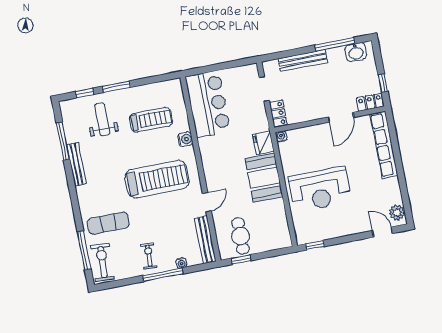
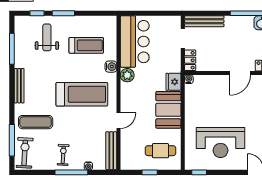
bench: (303, 60) -> (204, 21), moved
plant: (207, 146) -> (127, 75), added
bench: (76, 164) -> (19, 86), moved
reception desk: (320, 189) -> (220, 143), moved
cafe table: (241, 236) -> (161, 151), moved, turned 90
window: (241, 260) -> (150, 172), moved

